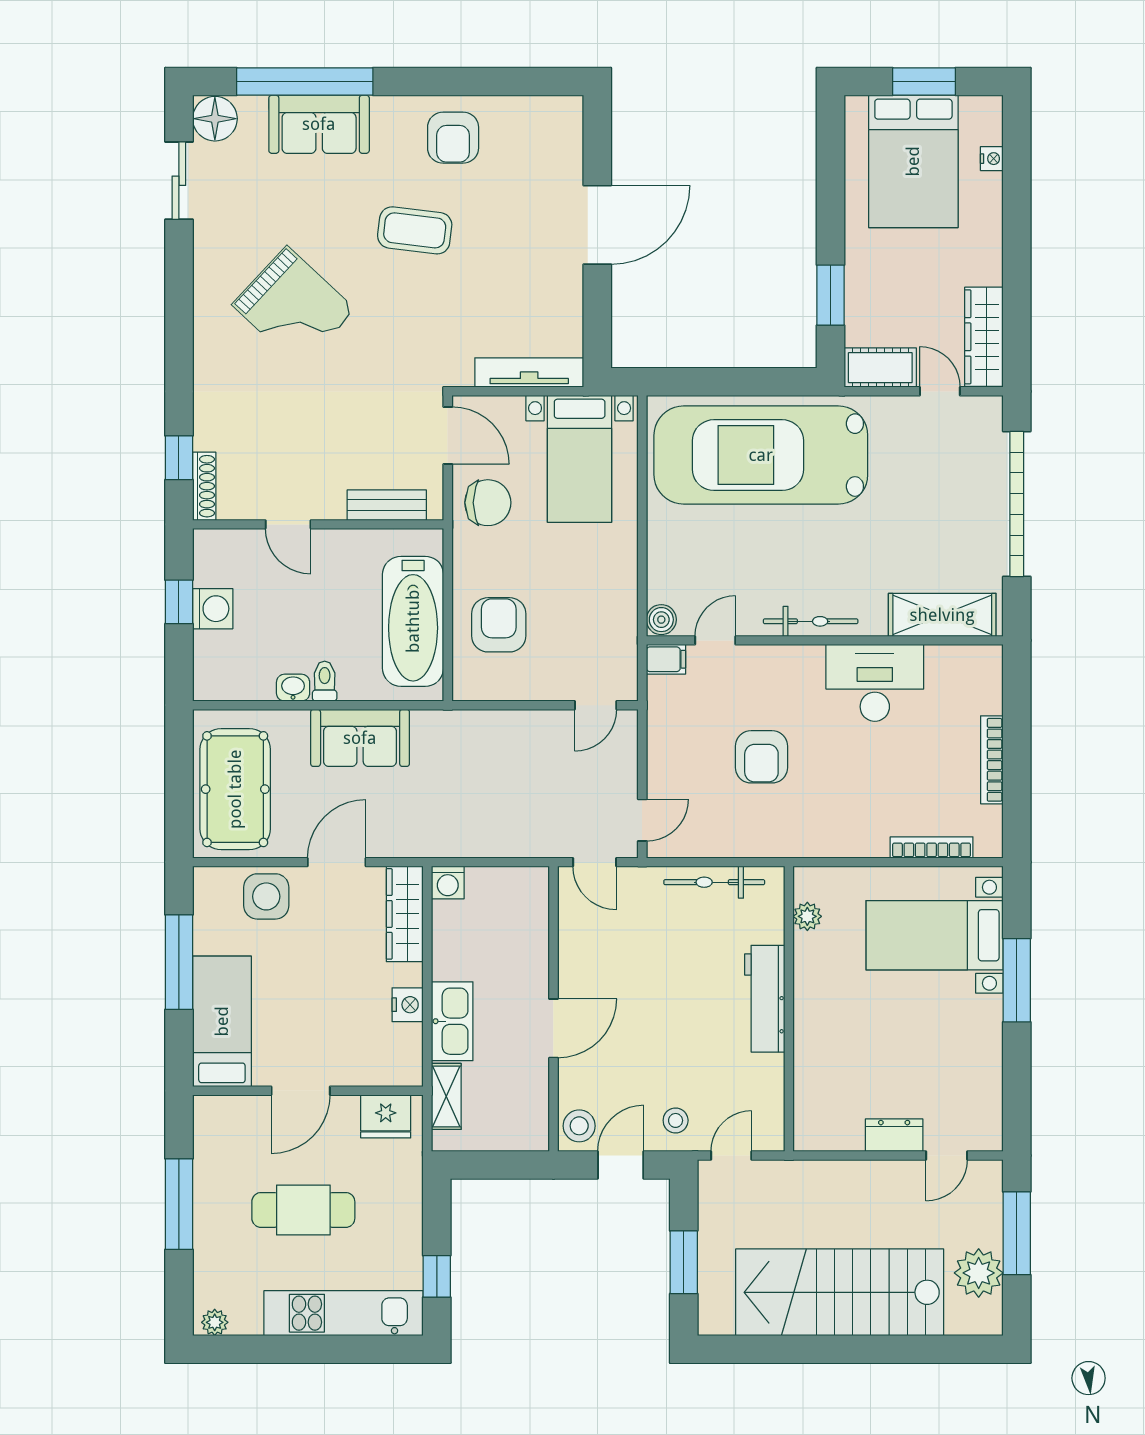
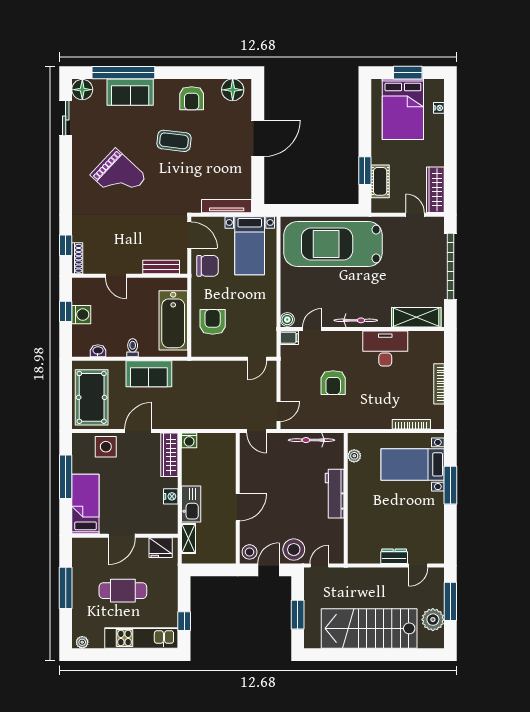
floor lamp: (543, 119) -> (233, 90), added
cot: (880, 368) -> (380, 181), moved, turned 90
washbasin: (293, 688) -> (98, 351), moved
stool: (676, 1120) -> (294, 550), width x1.89, depth x1.89

